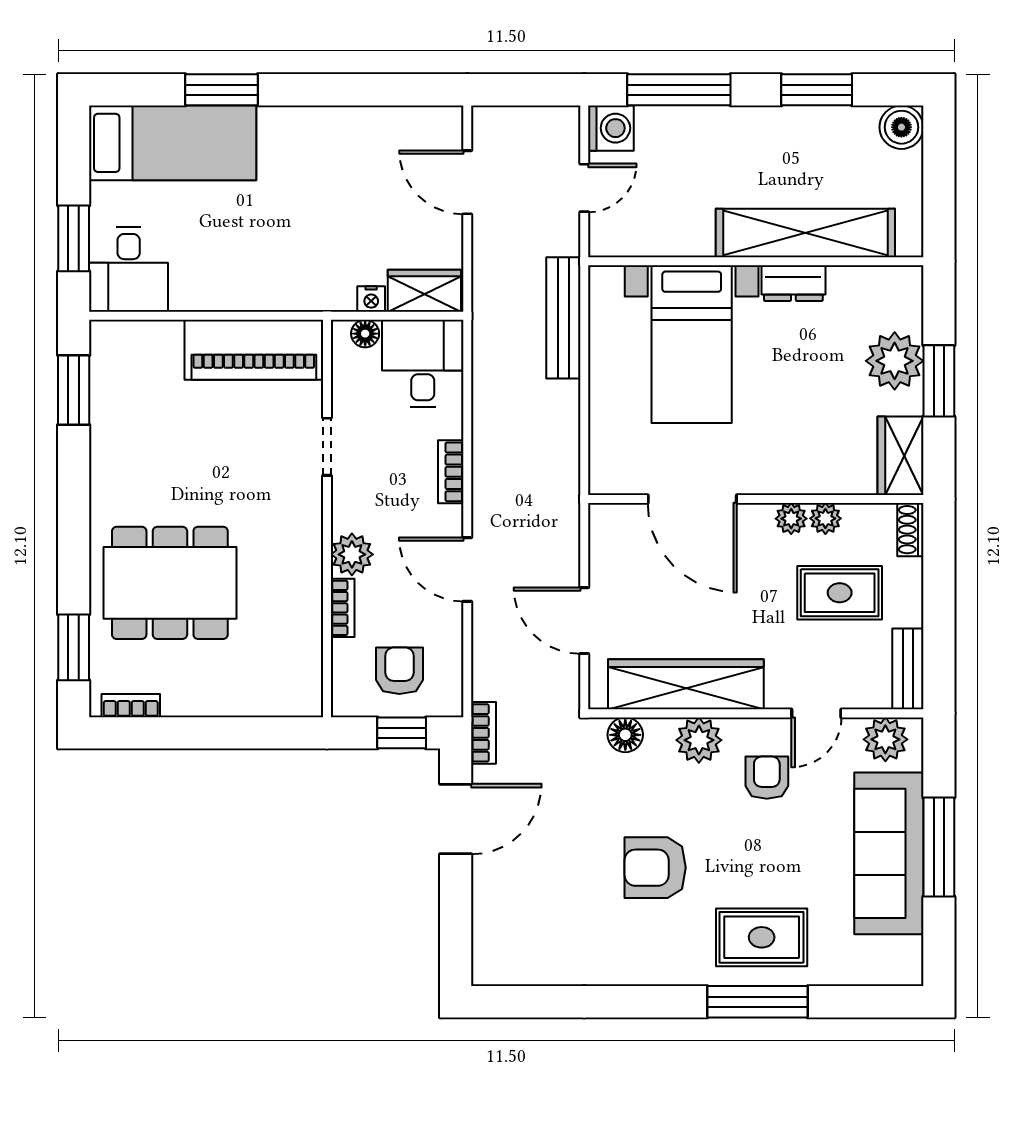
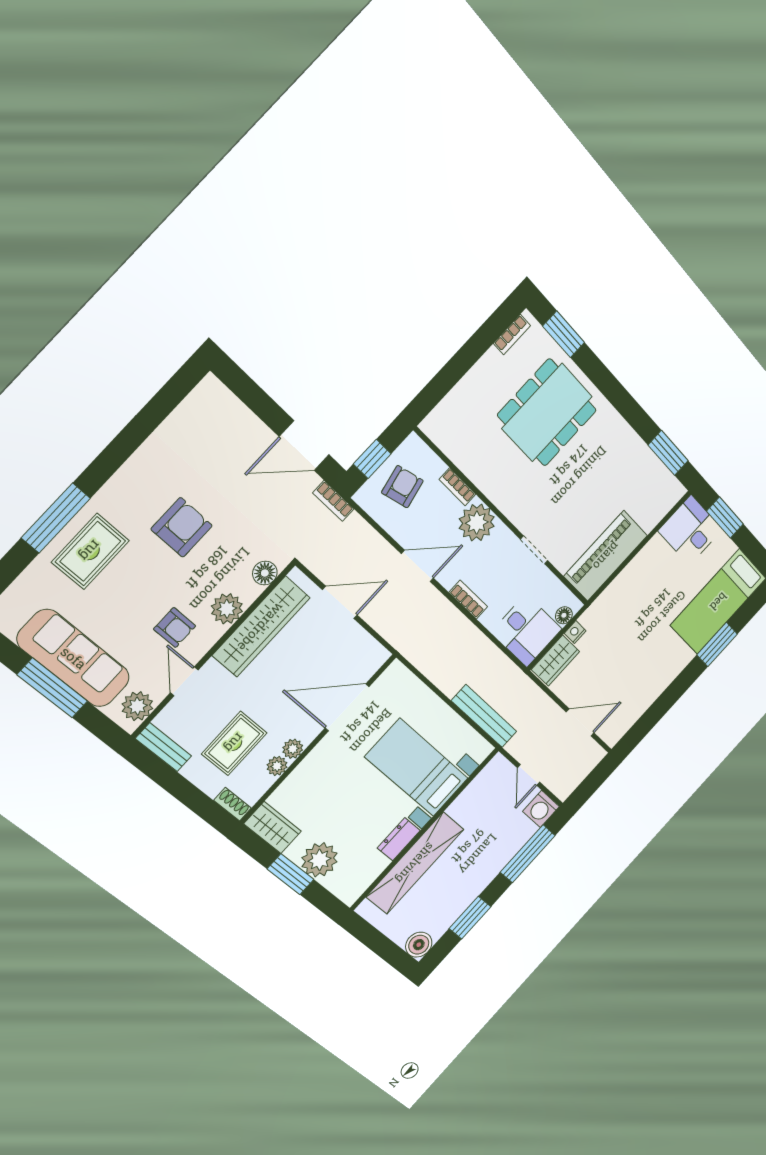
plant: (352, 554) -> (477, 523), width x1.36, depth x1.36
armchair: (399, 671) -> (402, 487), turned -103
door: (456, 819) -> (304, 446), hinge flipped

